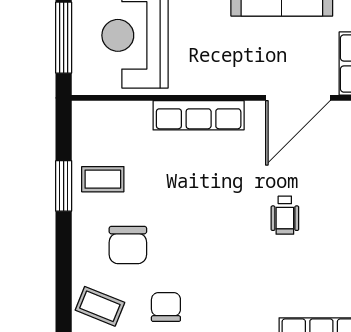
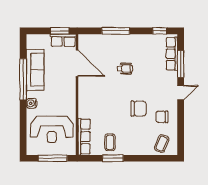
row of seats: (199, 115) -> (84, 137), moved
chair: (128, 245) -> (139, 109), moved

